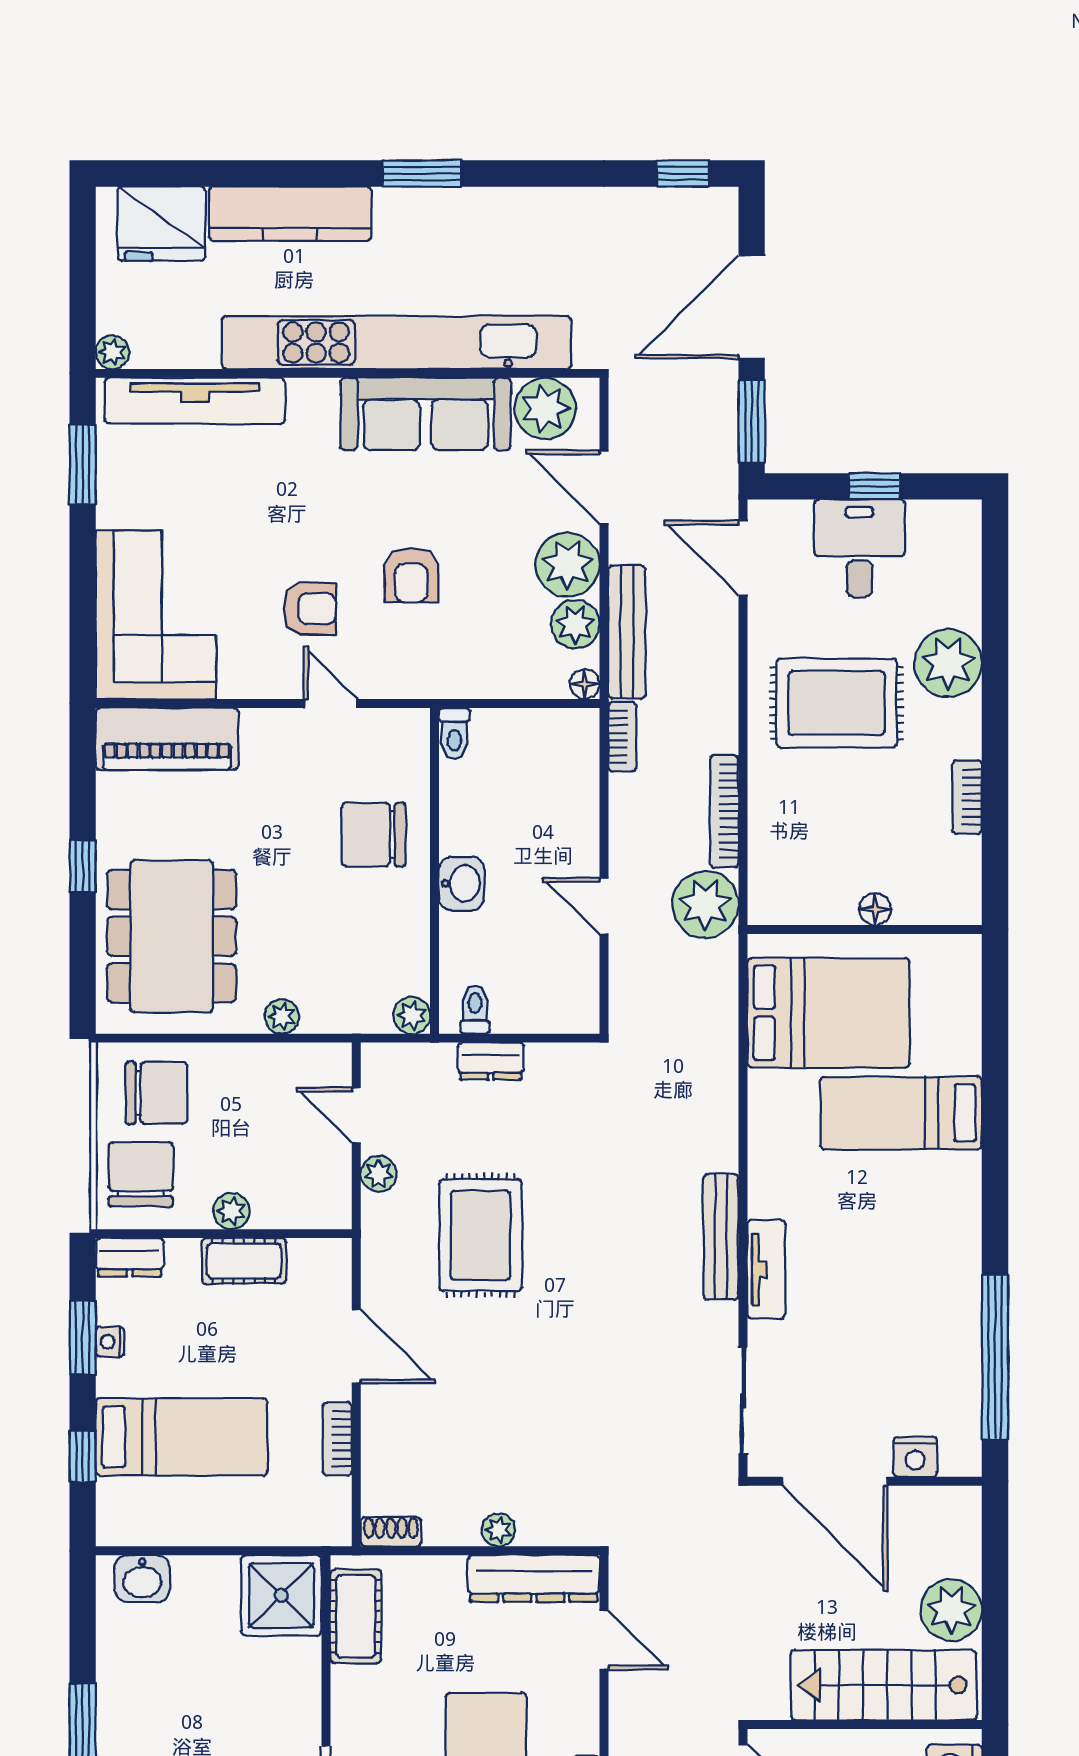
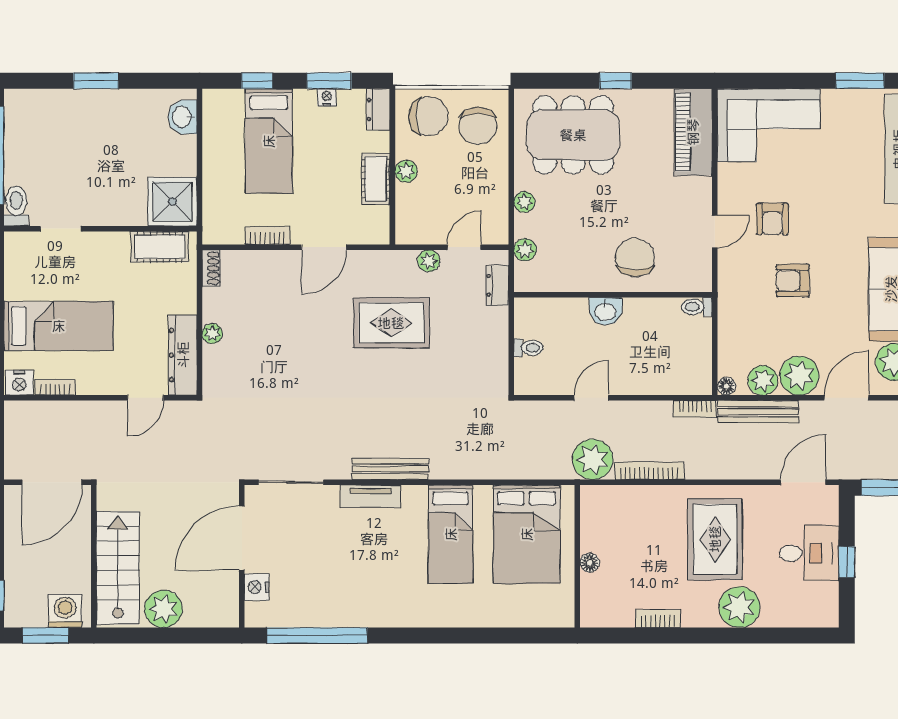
toilet: (475, 1010) -> (529, 348), moved
plant: (412, 1015) -> (525, 250), moved
dresser: (491, 1061) -> (497, 285), moved
bed: (901, 1113) -> (451, 534), moved, turned 180

